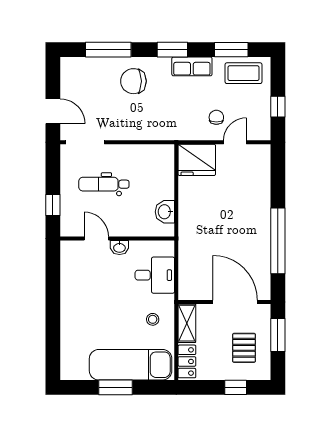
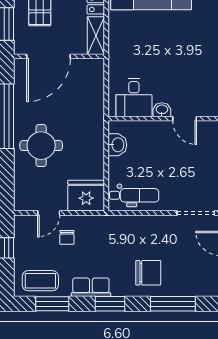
dental chair: (104, 184) -> (134, 195), moved
round table: (243, 211) -> (41, 146), added
desk: (155, 275) -> (134, 98), moved, turned -90
door: (235, 302) -> (49, 56), hinge flipped
stool: (153, 319) -> (129, 39), removed

